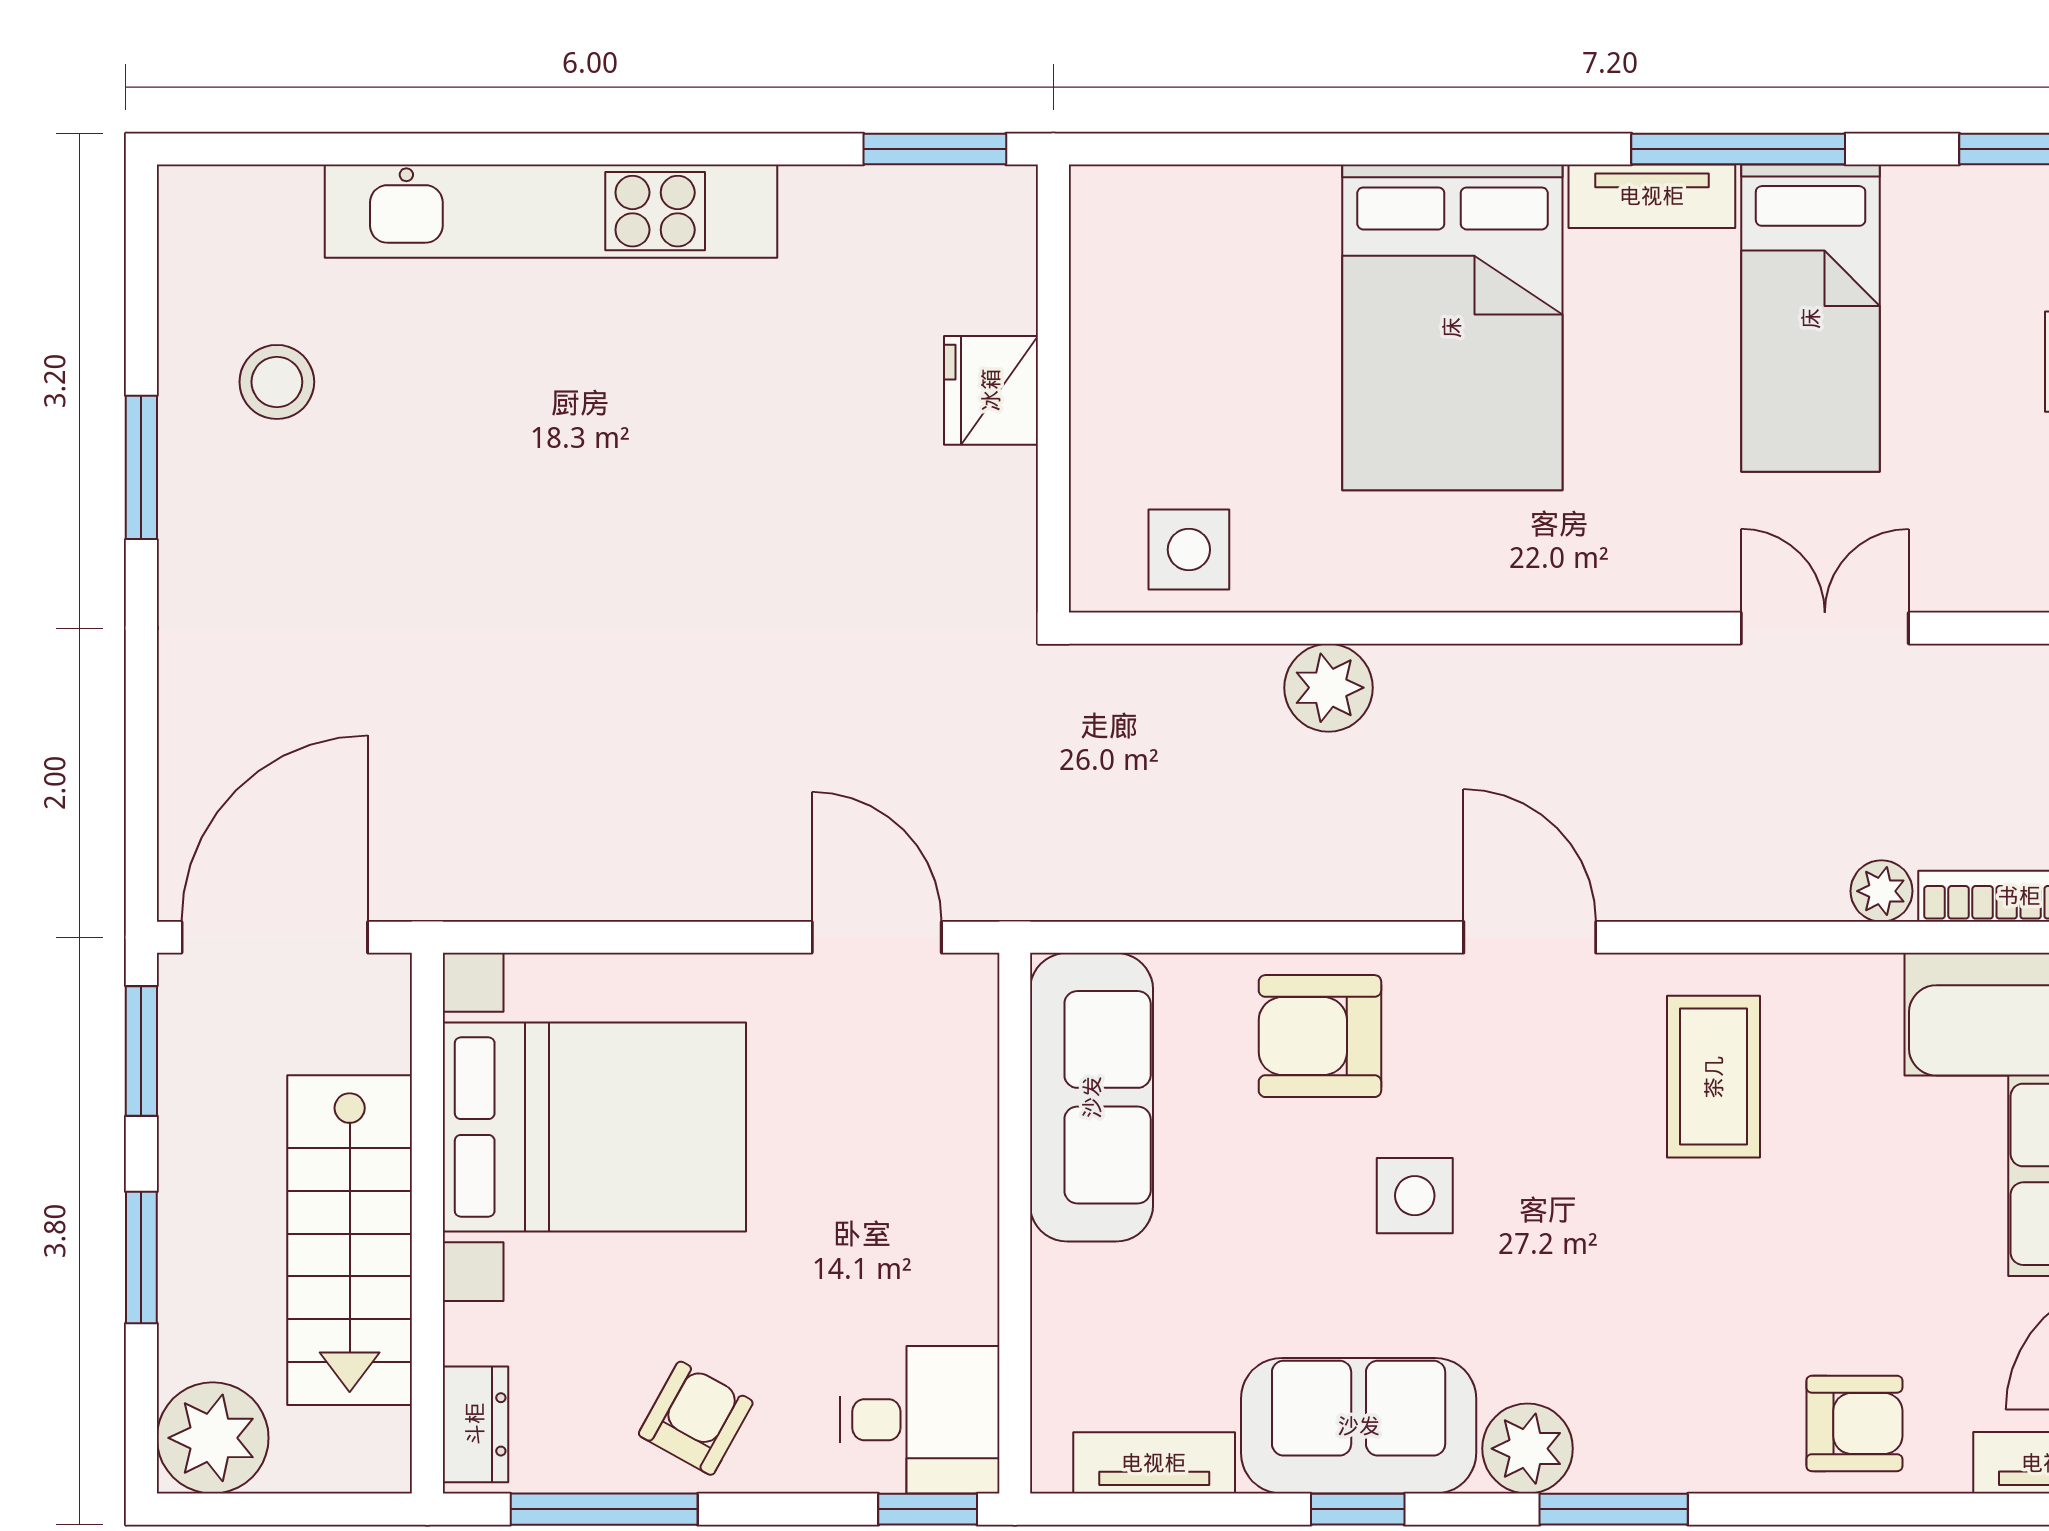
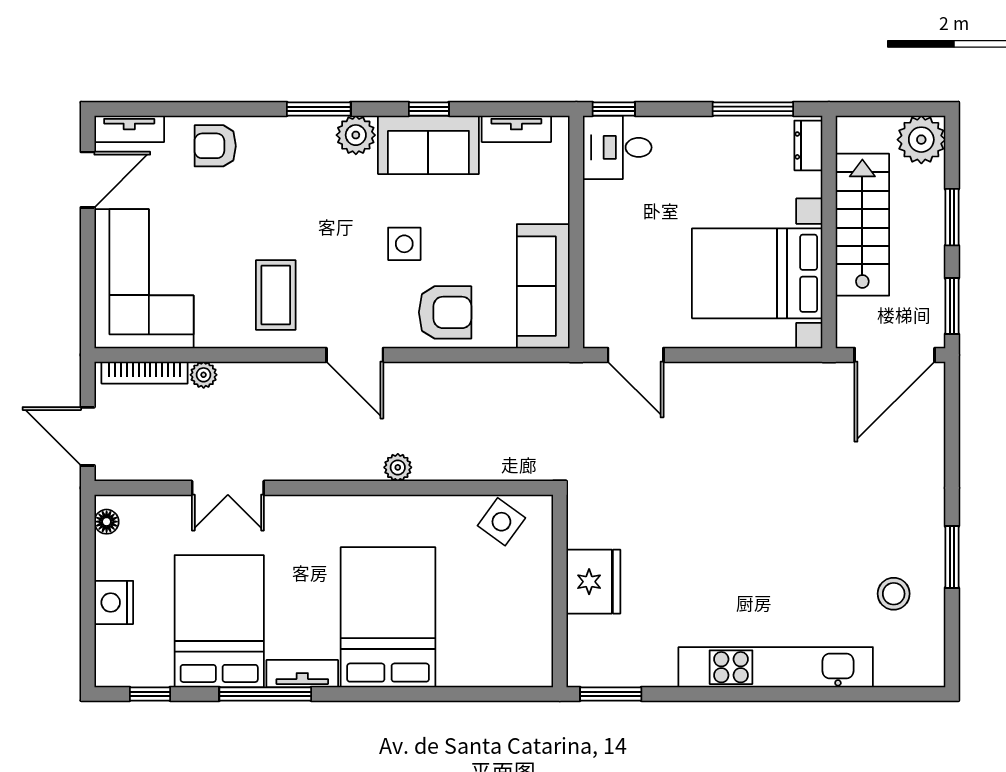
bed: (1811, 318) -> (219, 621), width x1.50
fridge: (991, 390) -> (593, 582), width x1.36, depth x1.34
side table: (1189, 550) -> (501, 522), turned 36
plant: (1329, 688) -> (398, 467), moved, width x0.73, depth x0.73
armchair: (696, 1418) -> (714, 148), removed

